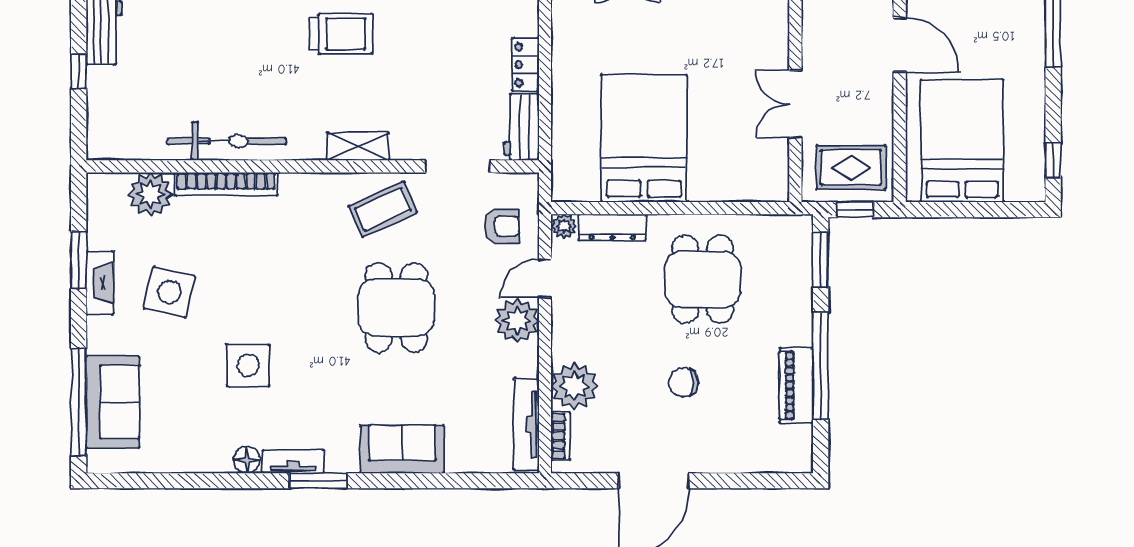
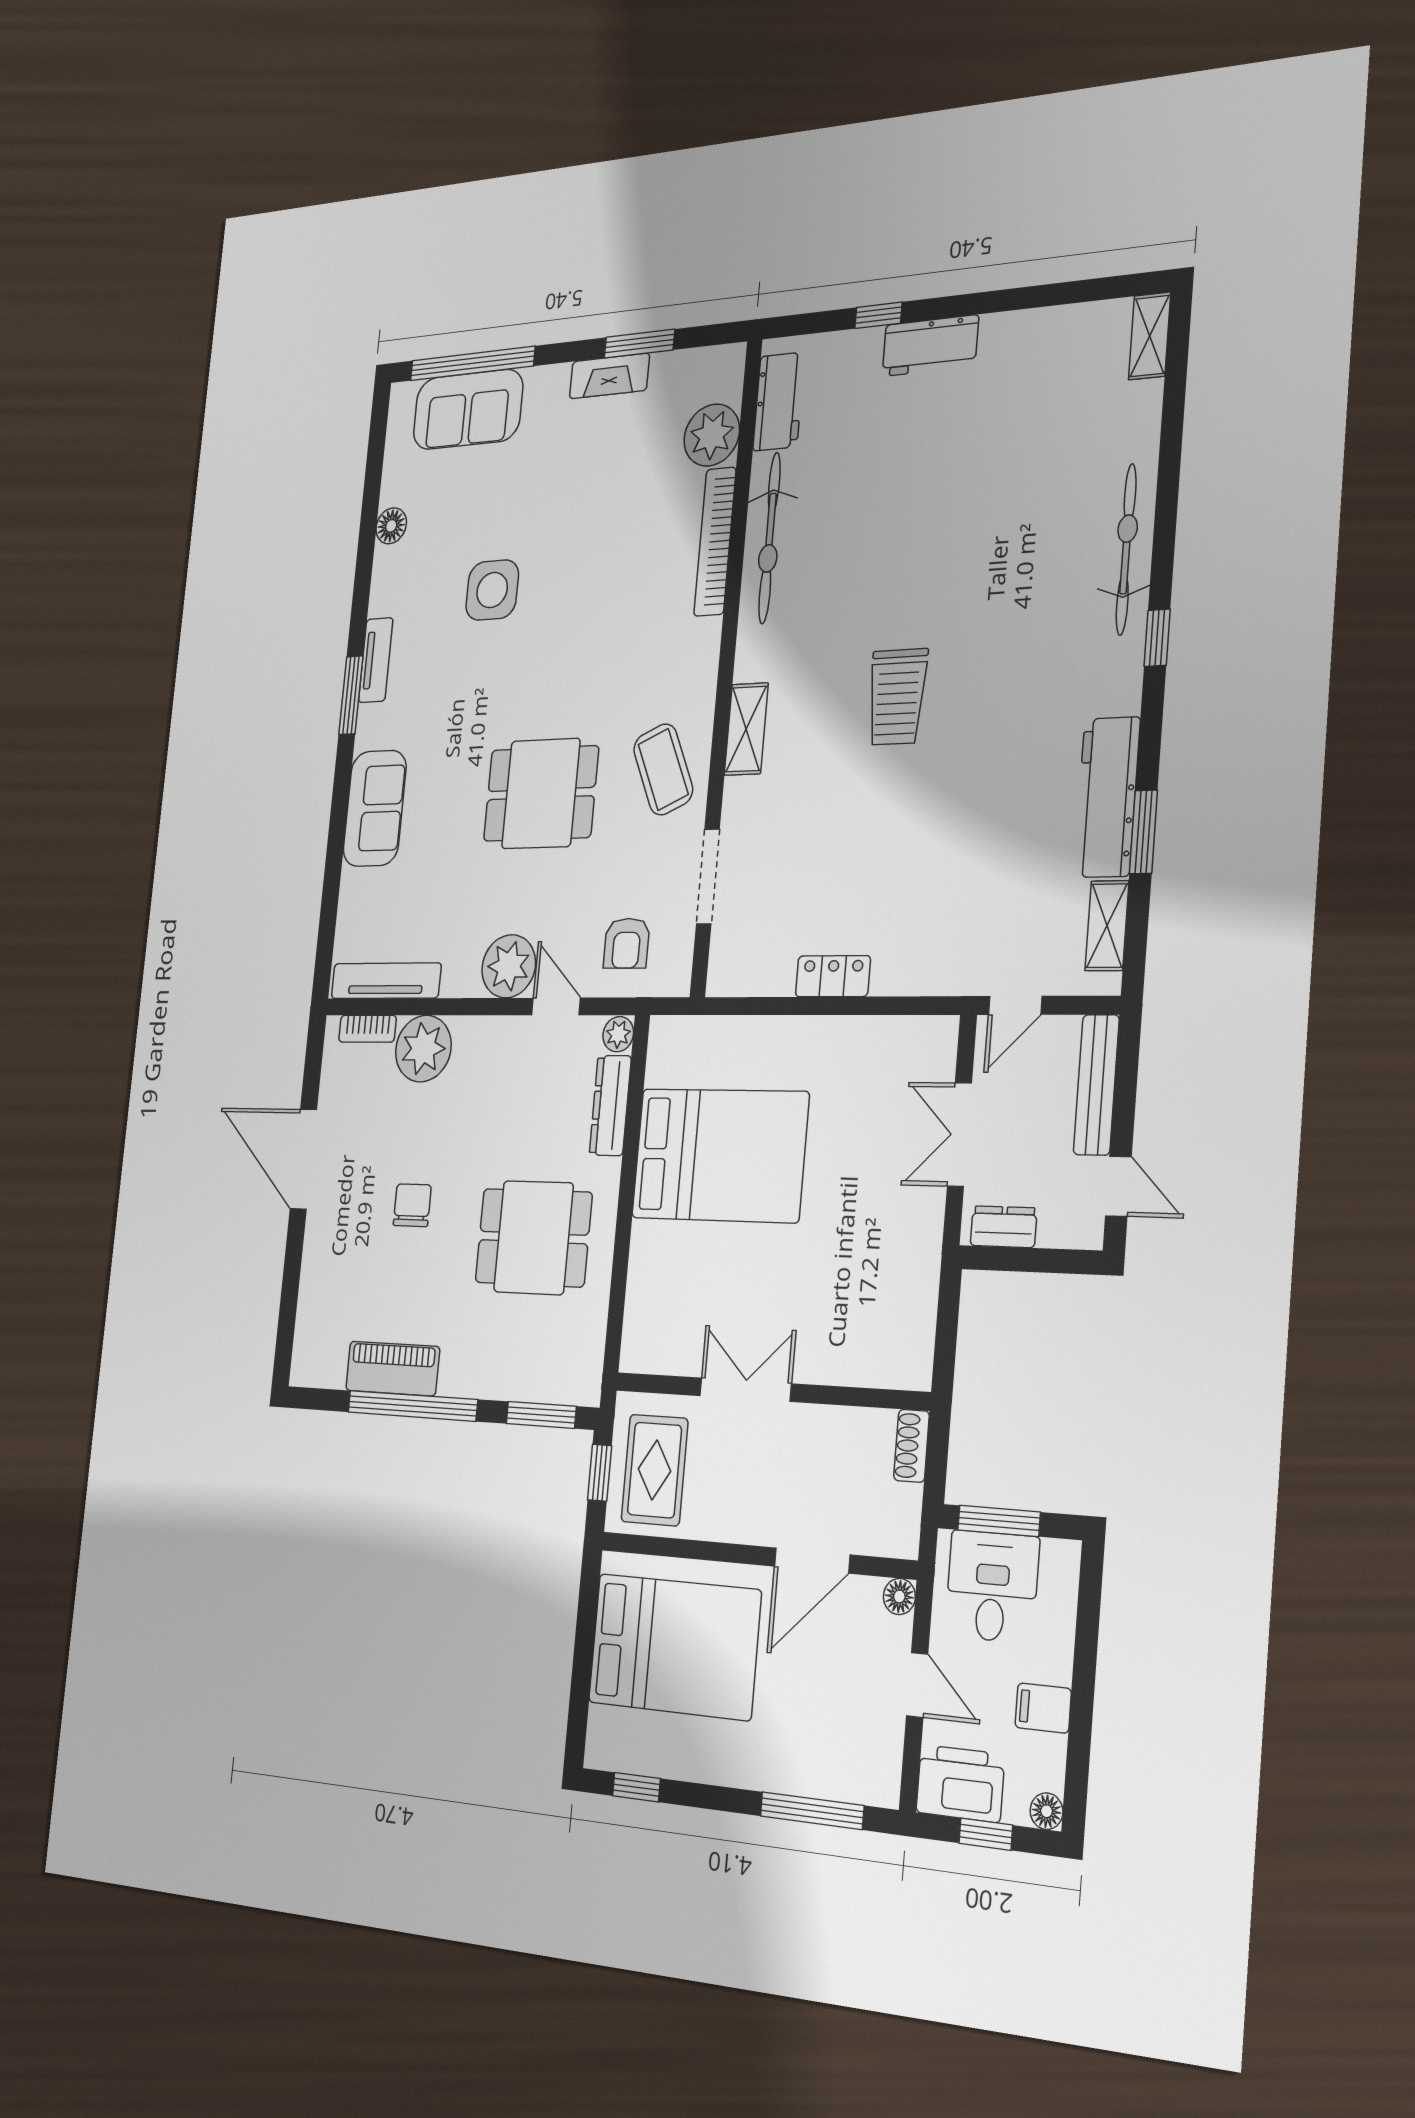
workbench: (522, 127) -> (779, 402), moved, turned 90
side table: (169, 292) -> (589, 474), removed
floor lamp: (247, 460) -> (391, 526), moved

